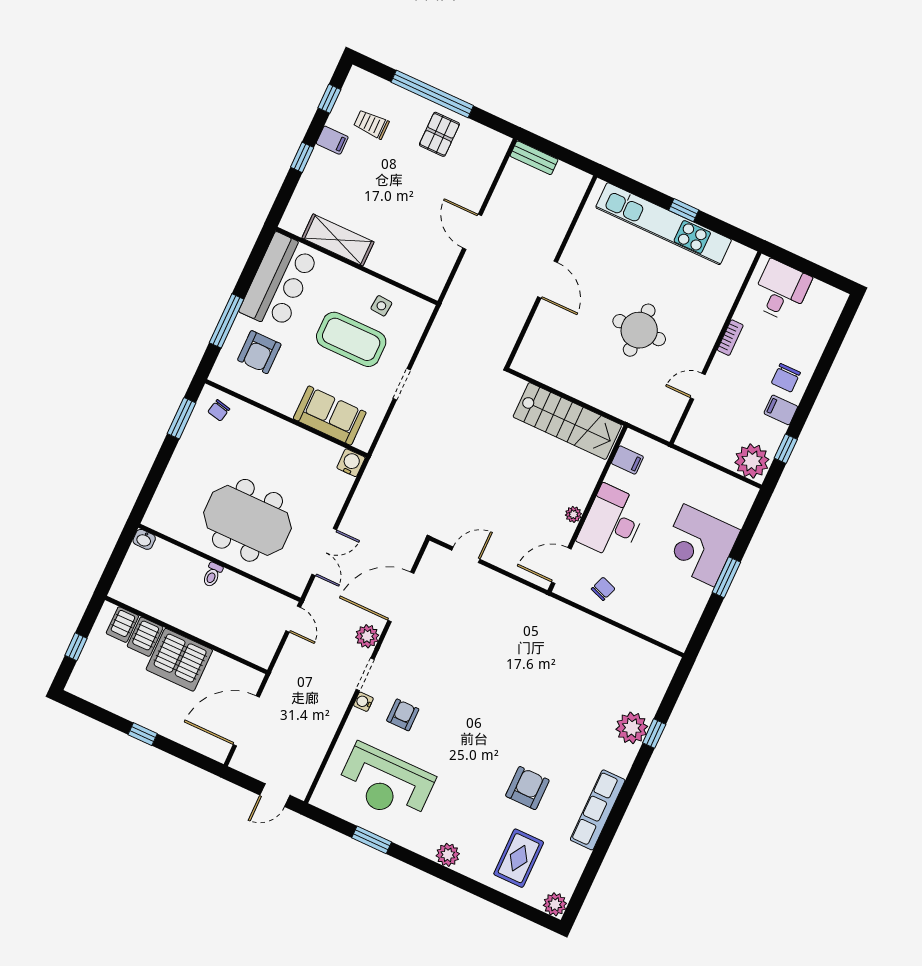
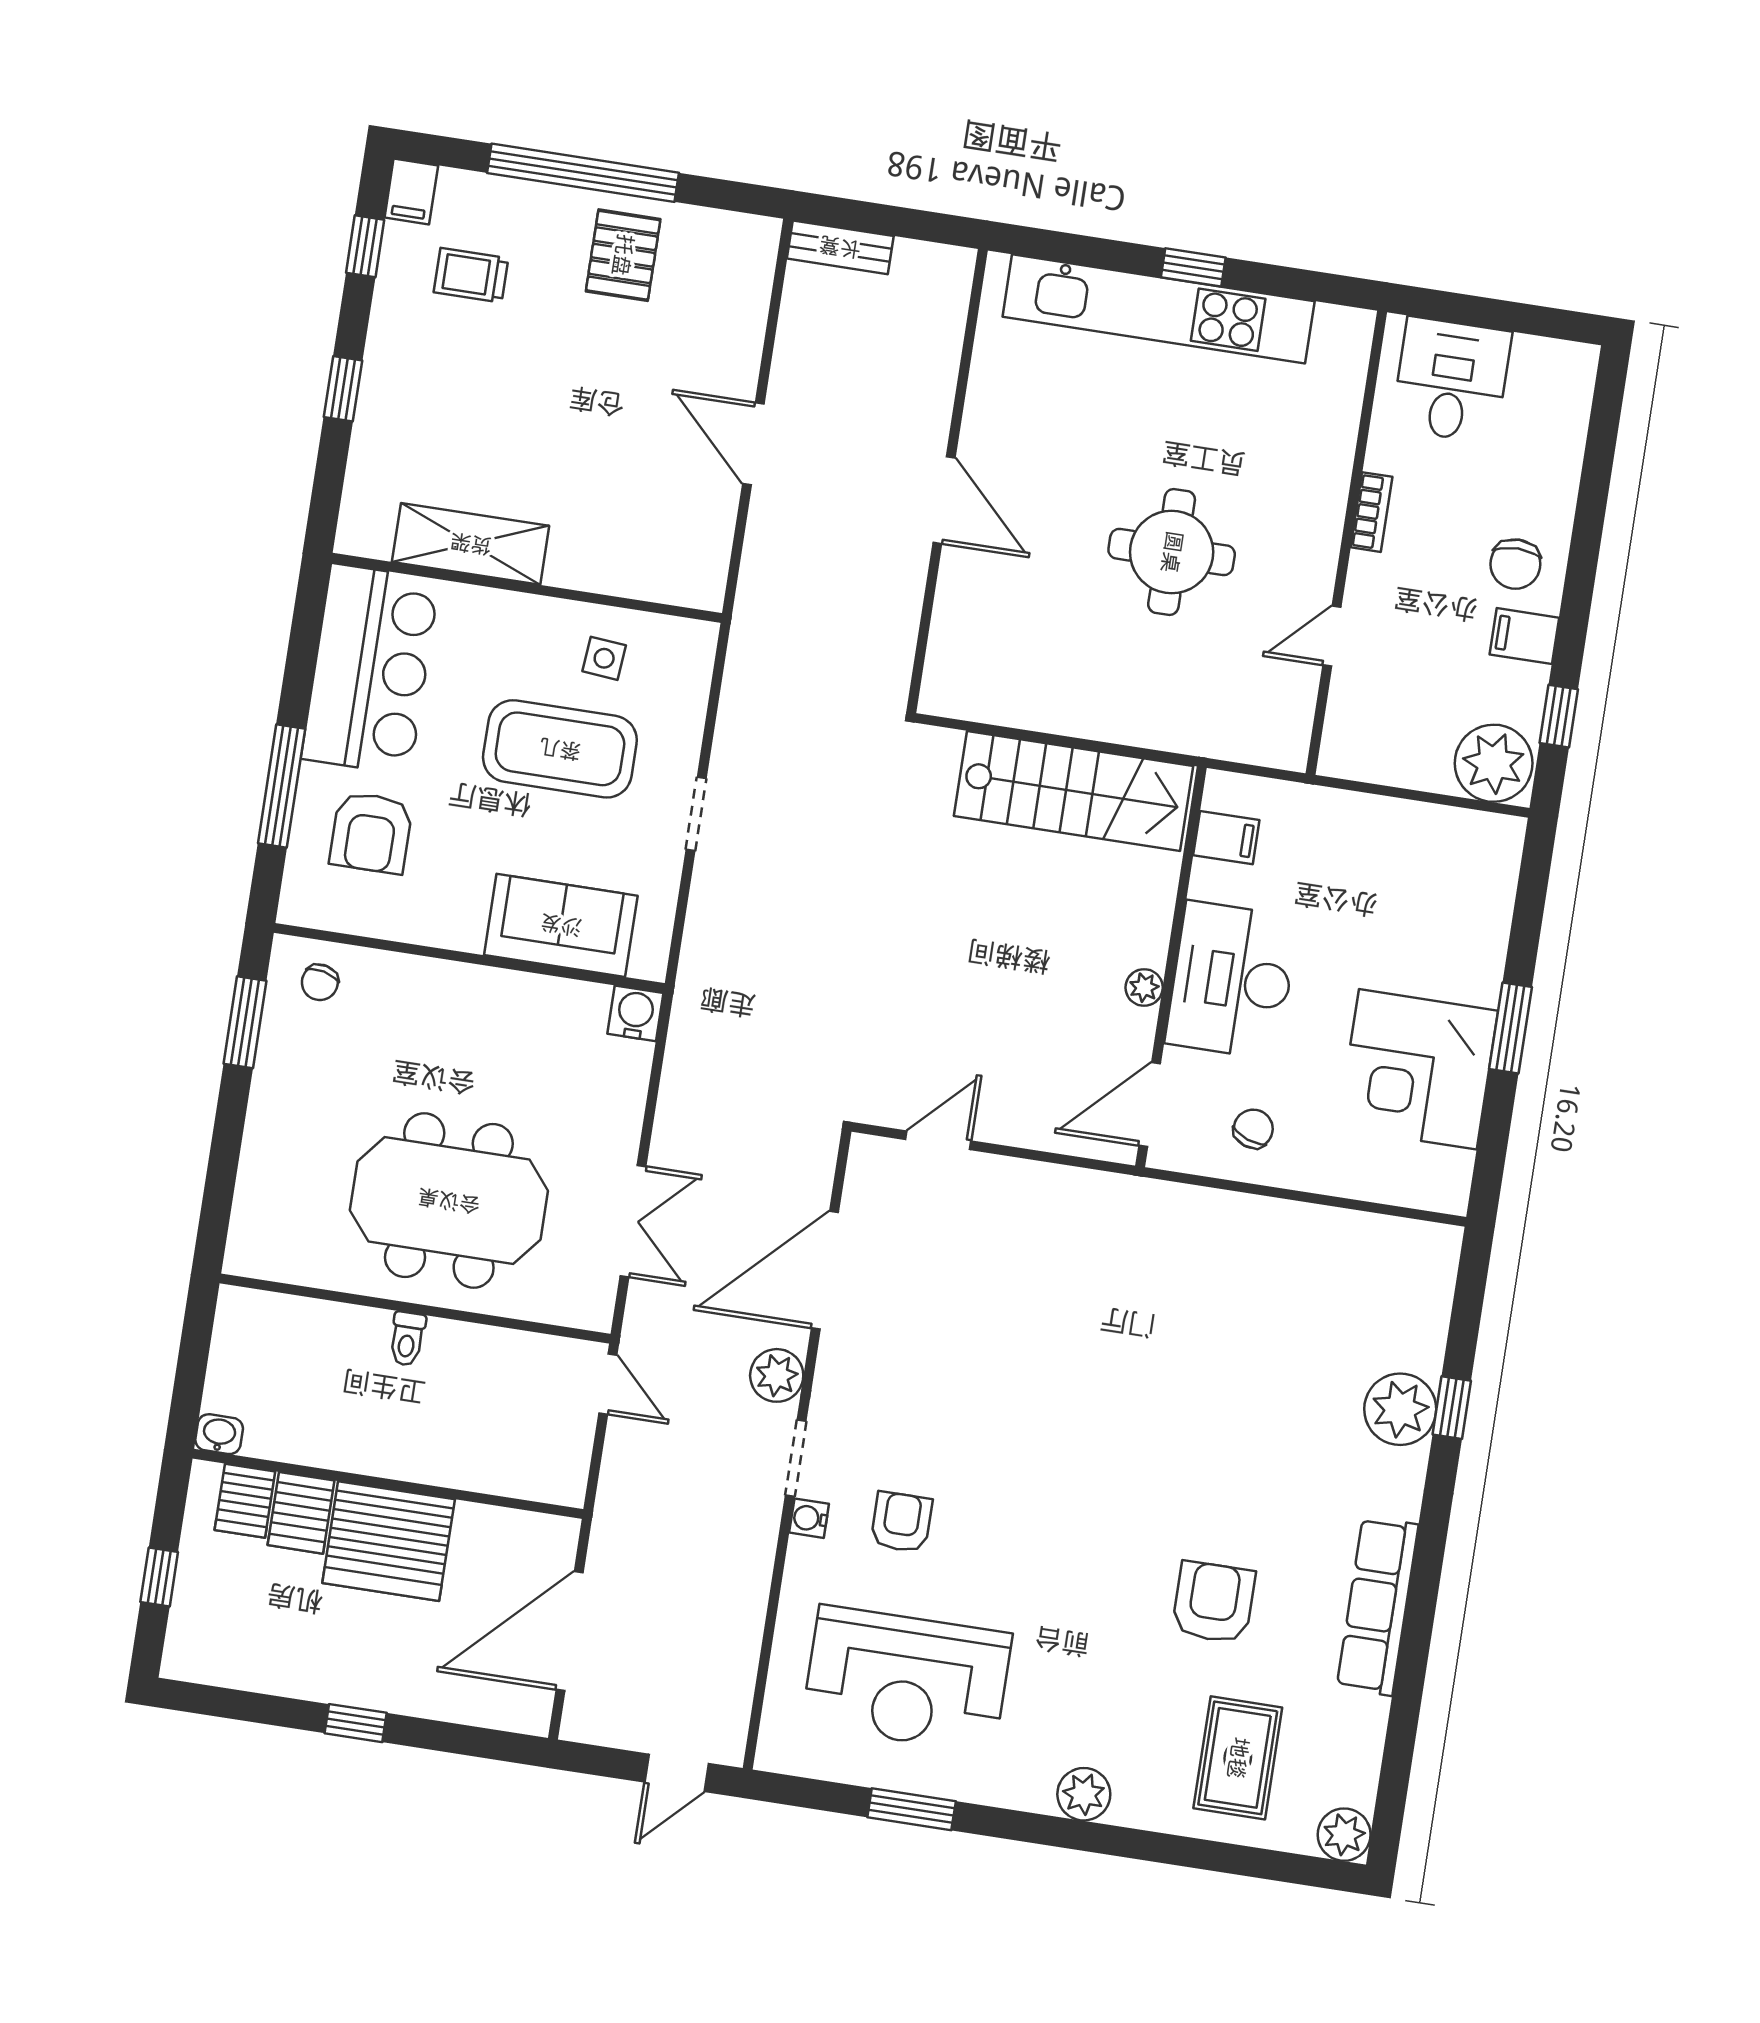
filing cabinet: (332, 140) -> (411, 192), moved, turned 90
washbasin: (144, 539) -> (219, 1434), moved, turned 180
corner desk: (699, 545) -> (1418, 1069), moved

